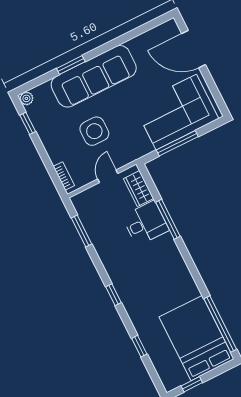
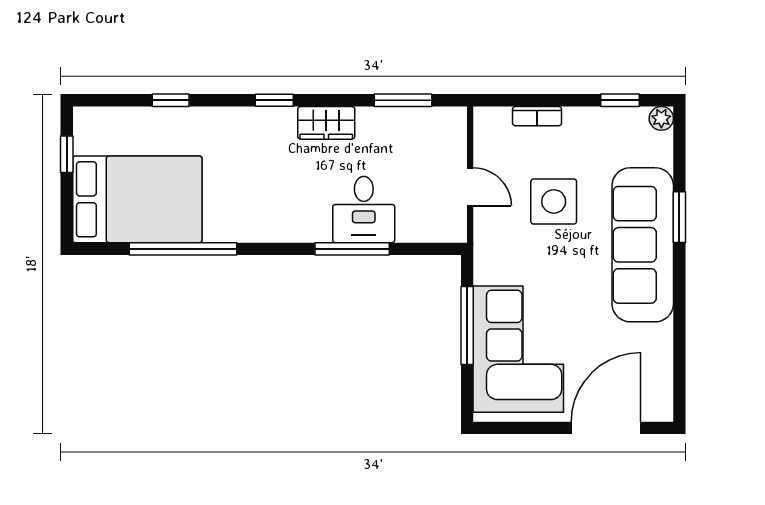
bookcase: (64, 176) -> (537, 116), moved
wardrobe: (139, 189) -> (326, 123), moved, turned 180
window: (220, 324) -> (183, 249), moved

